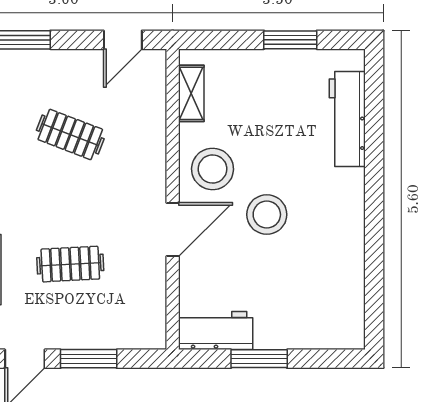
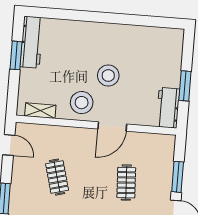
workbench: (347, 119) -> (32, 42), moved, turned -90
clothes rail: (70, 134) -> (57, 177), turned -36
door: (173, 229) -> (112, 126), swing flipped

